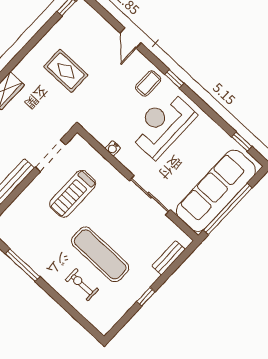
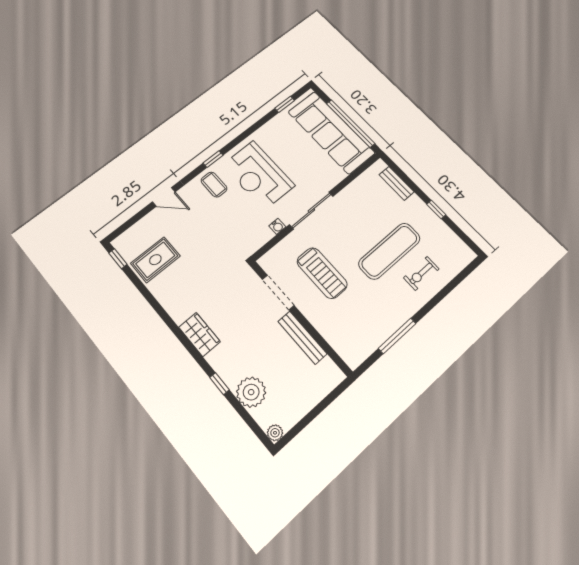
rug: (66, 71) -> (155, 260), moved
sliding door: (150, 195) -> (311, 210), moved

